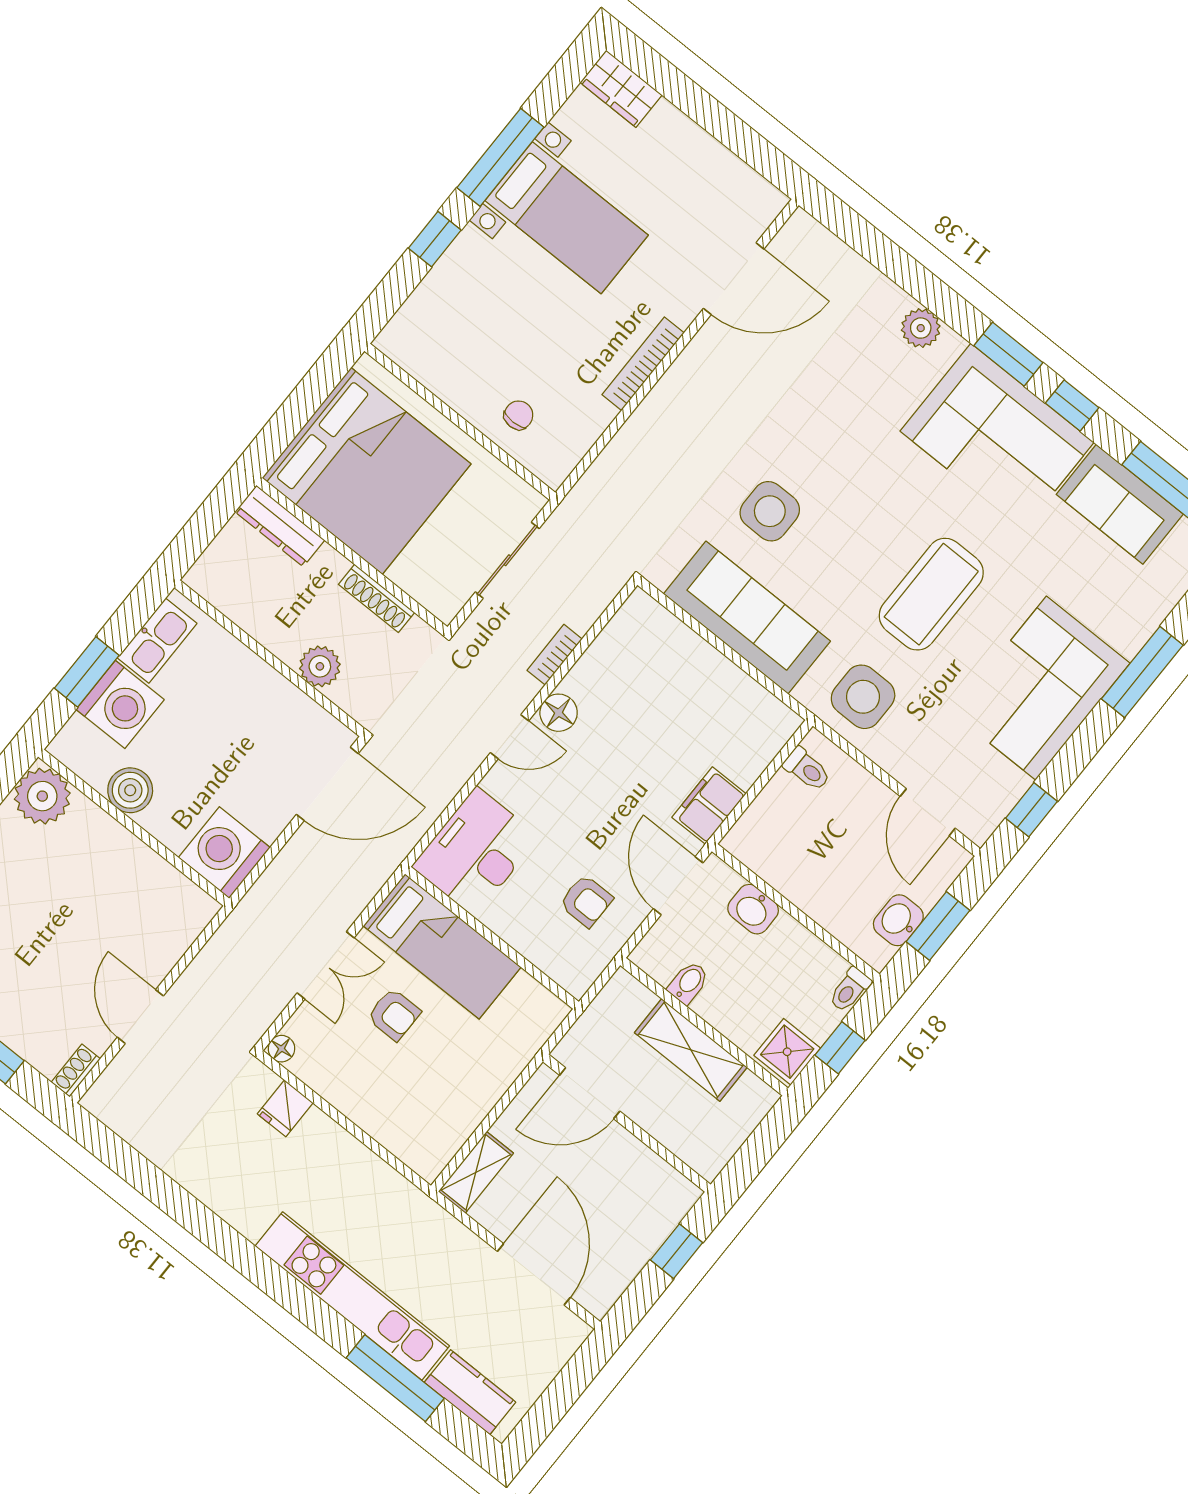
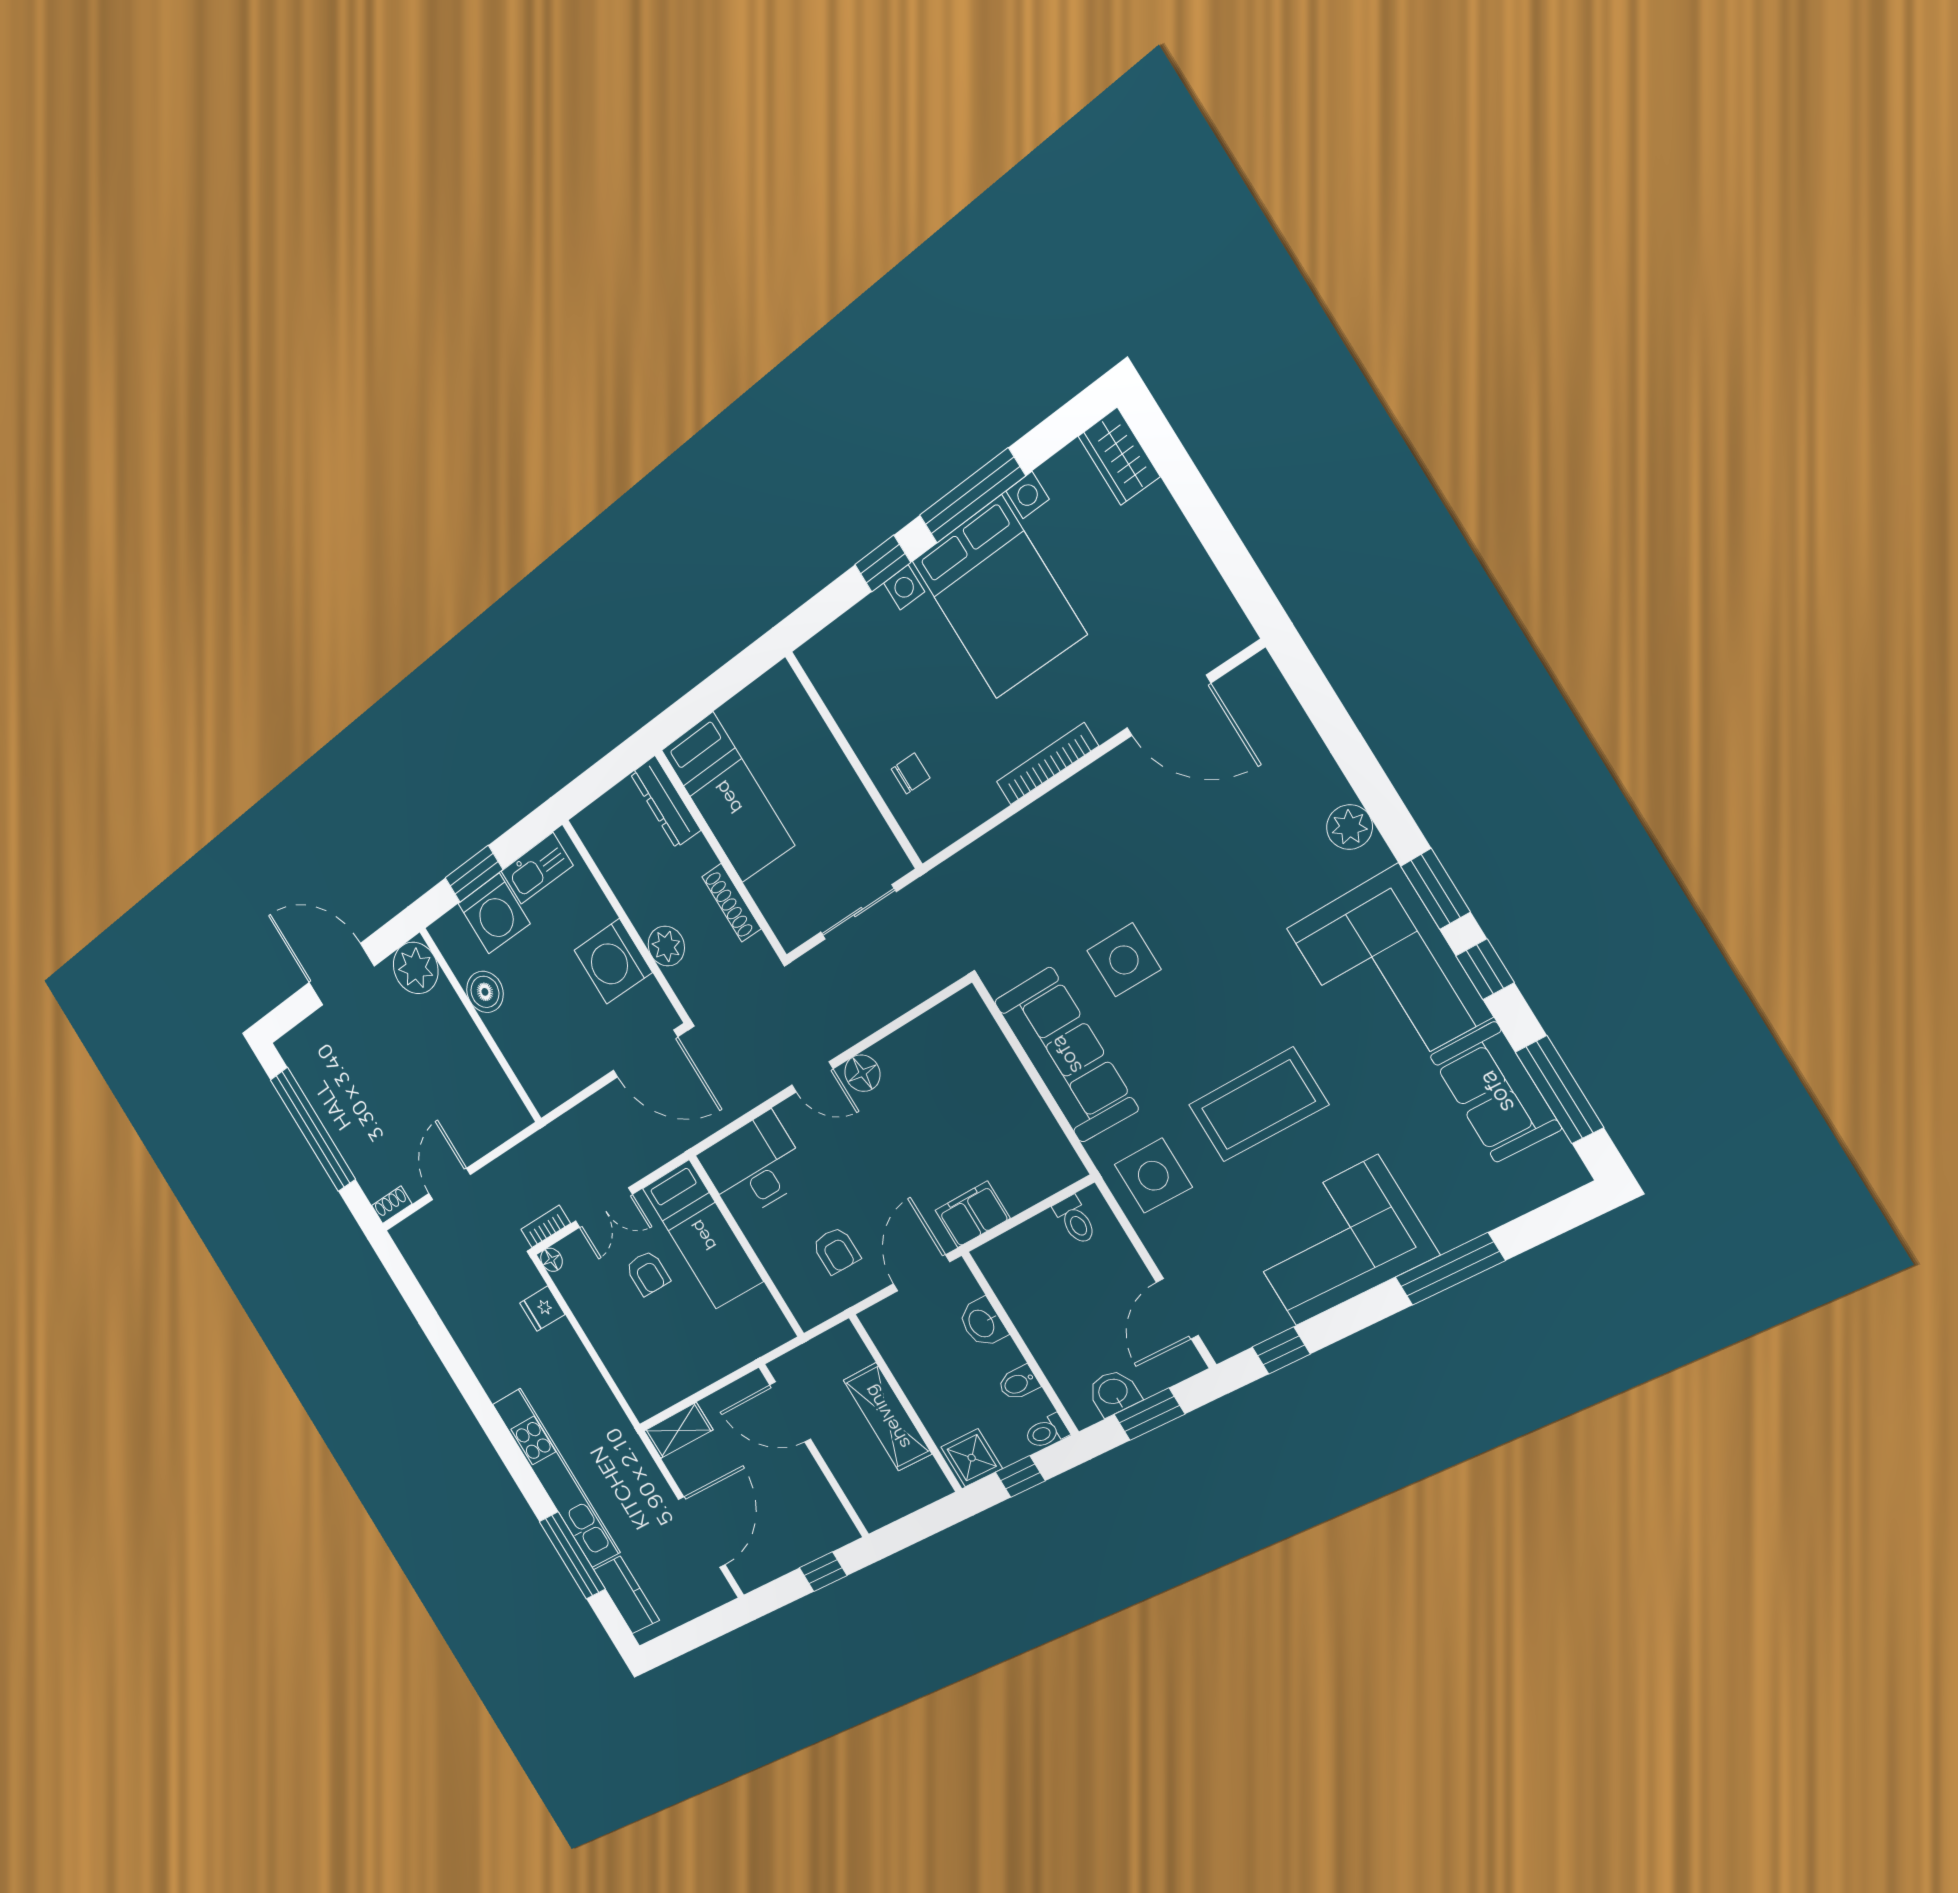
bed with nightstands: (567, 218) -> (999, 597), width x1.36
bed: (366, 471) -> (728, 797), width x0.49
bookcase: (555, 655) -> (546, 1226), moved
washing machine: (224, 853) -> (613, 961), moved, turned -90
bidet: (688, 983) -> (1018, 1383), moved, turned 180

